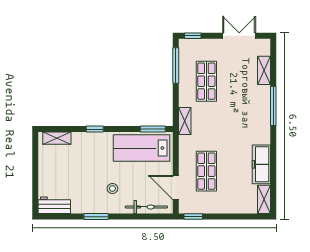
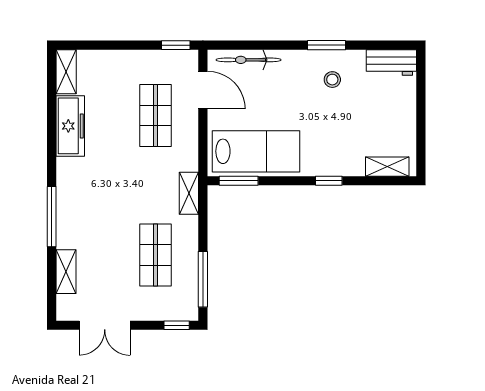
stool: (112, 188) -> (332, 80), moved

